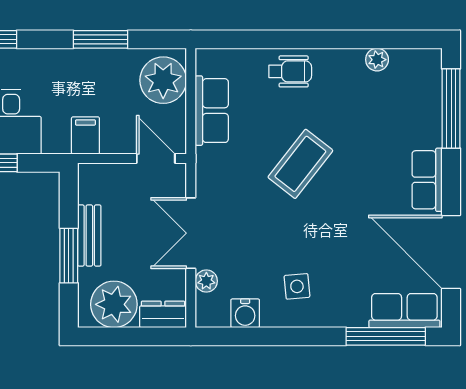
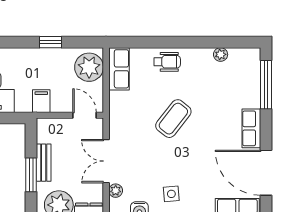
window: (101, 39) -> (51, 42), width x0.67
row of seats: (212, 111) -> (119, 69), moved

